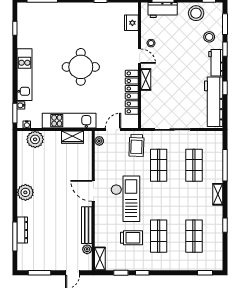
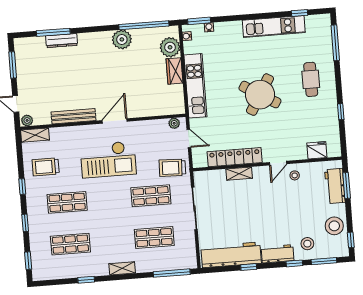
cafe table: (71, 23) -> (311, 79), added
round table: (81, 67) -> (260, 95), turned 31
kitchen unit: (24, 75) -> (274, 26), moved
shelving: (146, 79) -> (239, 174), moved
wardrobe: (73, 137) -> (174, 71), moved
window: (15, 160) -> (144, 25), added
window: (225, 165) -> (172, 273), moved
plant: (25, 192) -> (122, 39), moved
trolley: (131, 238) -> (46, 167), moved, turned 90
plant: (87, 249) -> (27, 120), moved
window: (121, 273) -> (25, 223), moved

